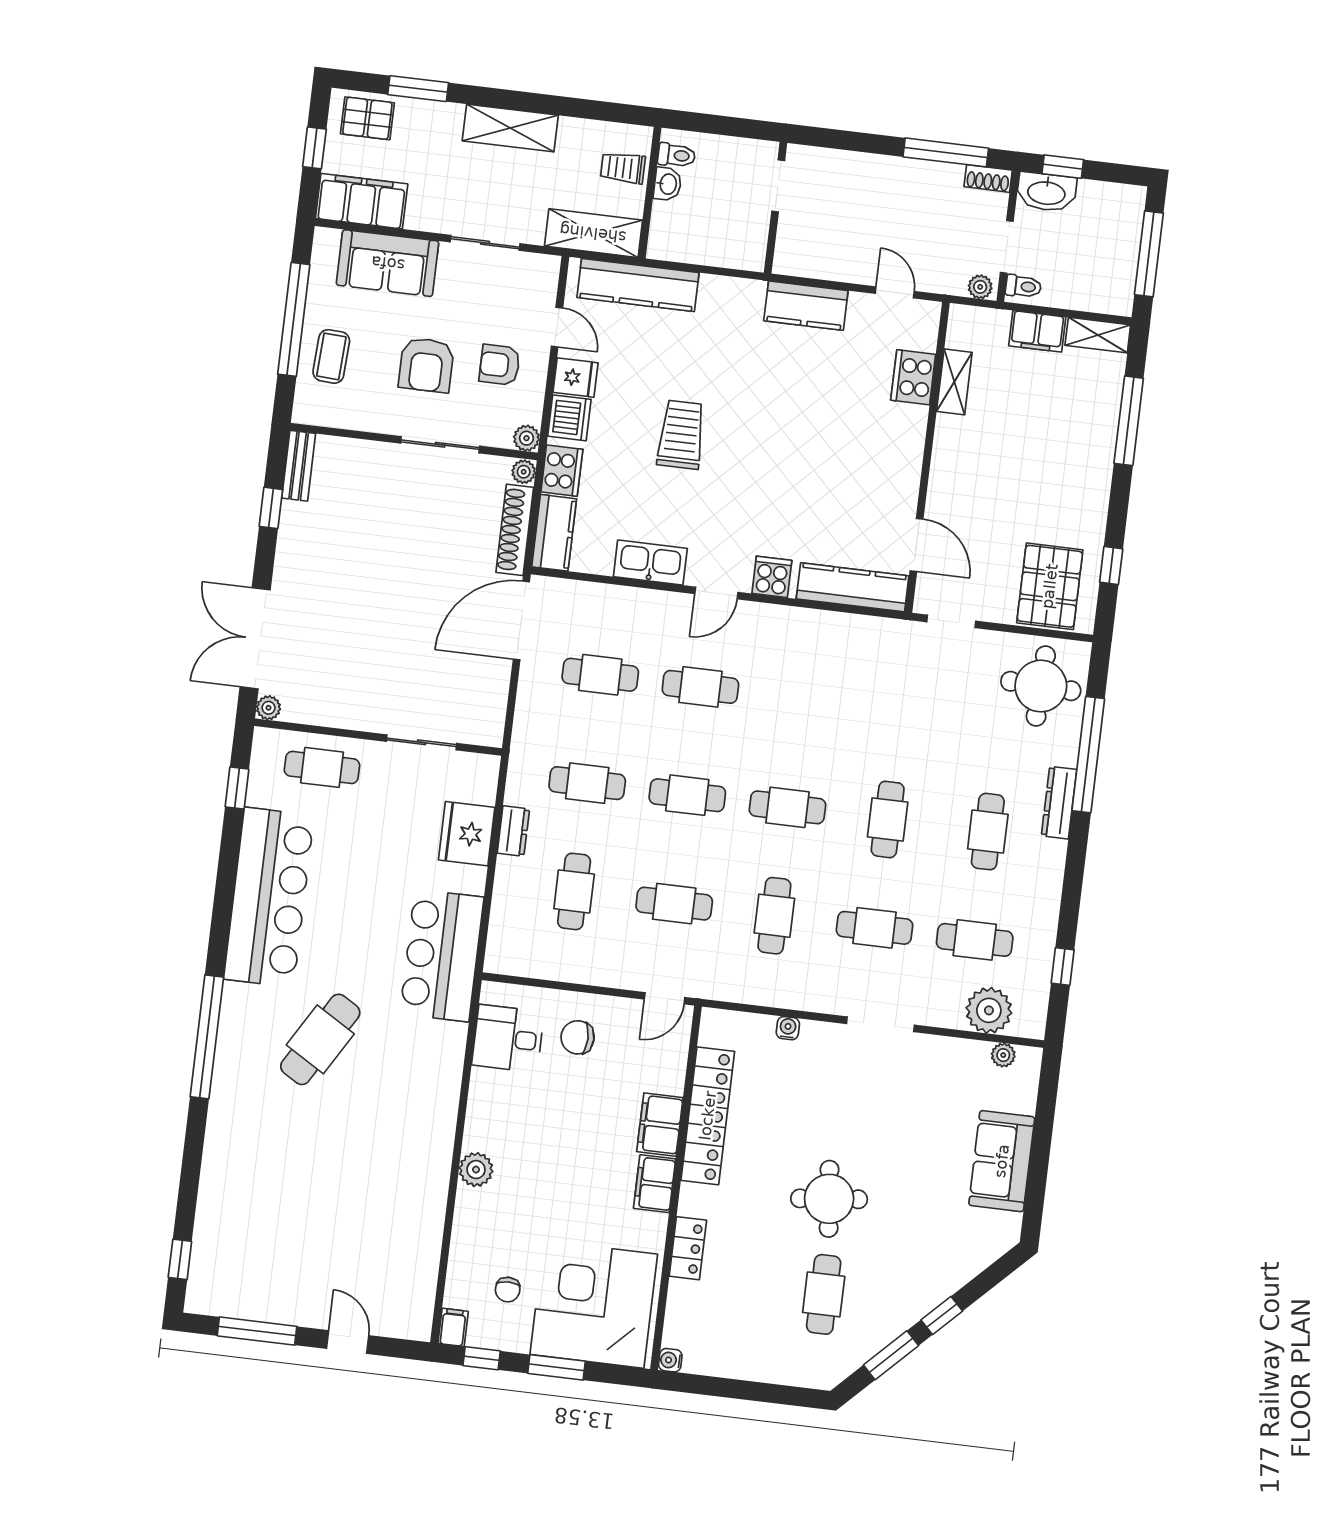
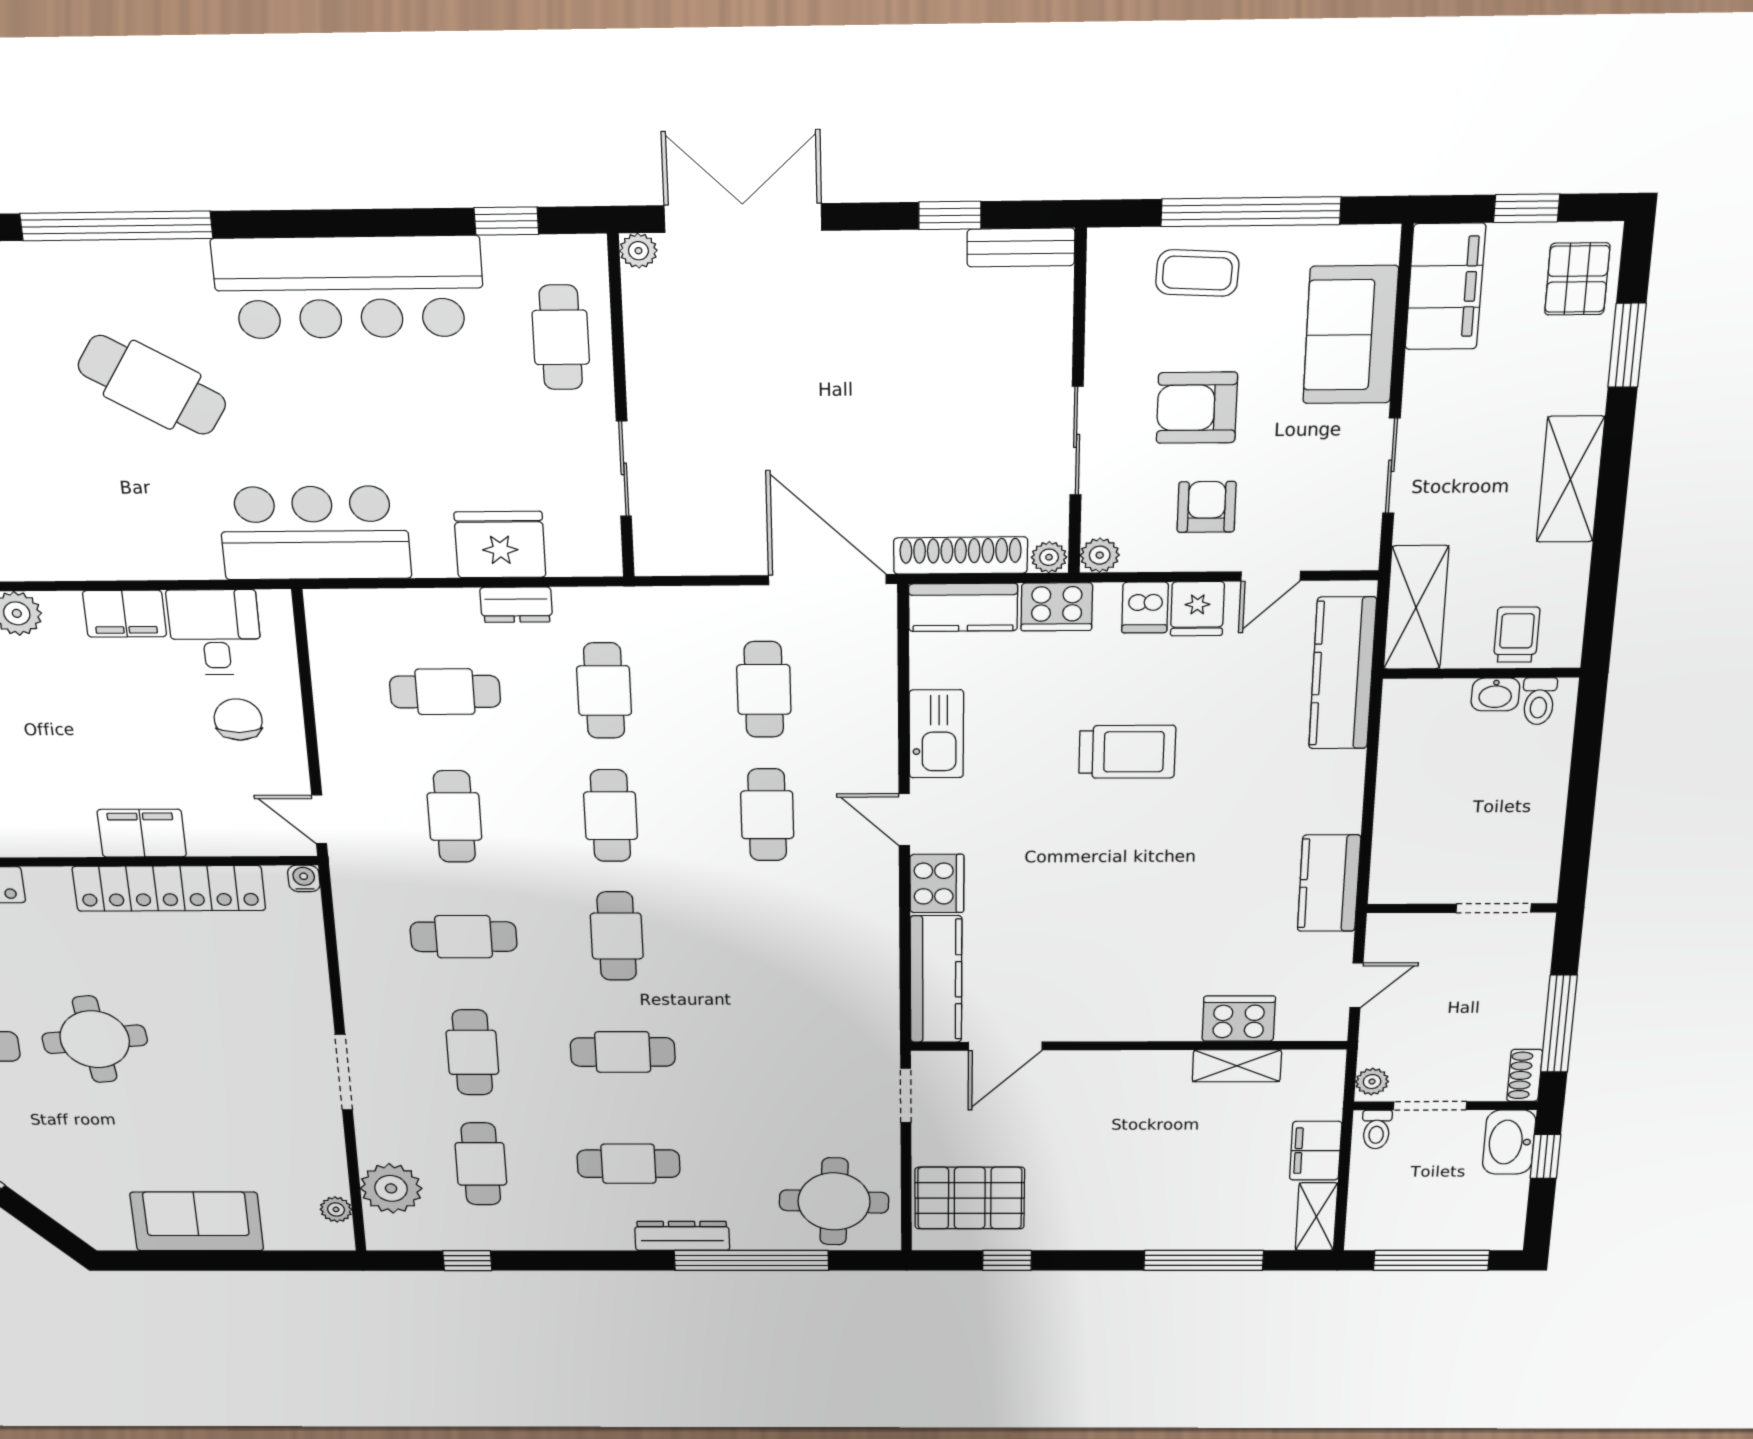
doorway: (778, 186) -> (1494, 908), moved
wall: (775, 208) -> (1462, 908), moved
dishwasher: (569, 418) -> (1145, 608), width x0.73
cooker: (772, 577) -> (937, 884), width x1.36
water cooler: (788, 1028) -> (304, 878), moved, turned -90
filing cabinet: (655, 1184) -> (125, 614), moved, turned 180

